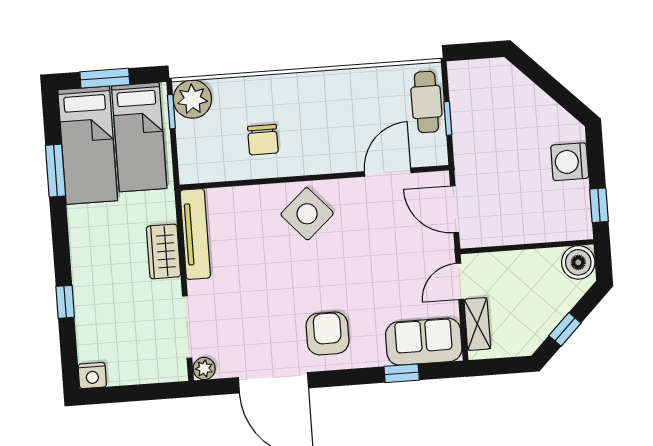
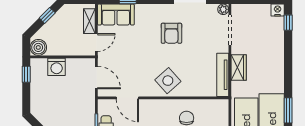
washing machine: (570, 162) -> (57, 67), moved, turned 90
door: (388, 172) -> (127, 98), hinge flipped
window: (65, 302) -> (288, 23), moved
armchair: (327, 333) -> (171, 33), moved

